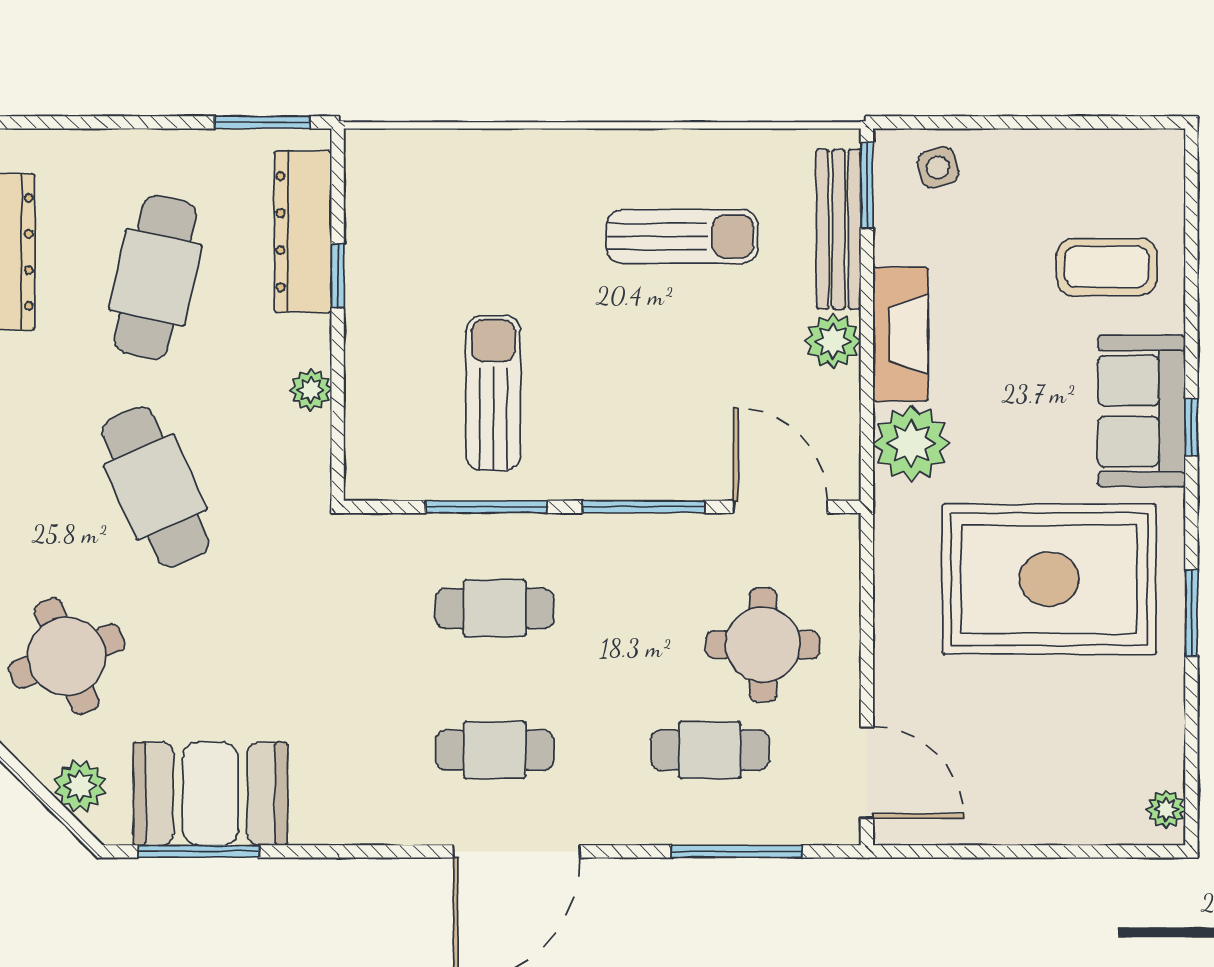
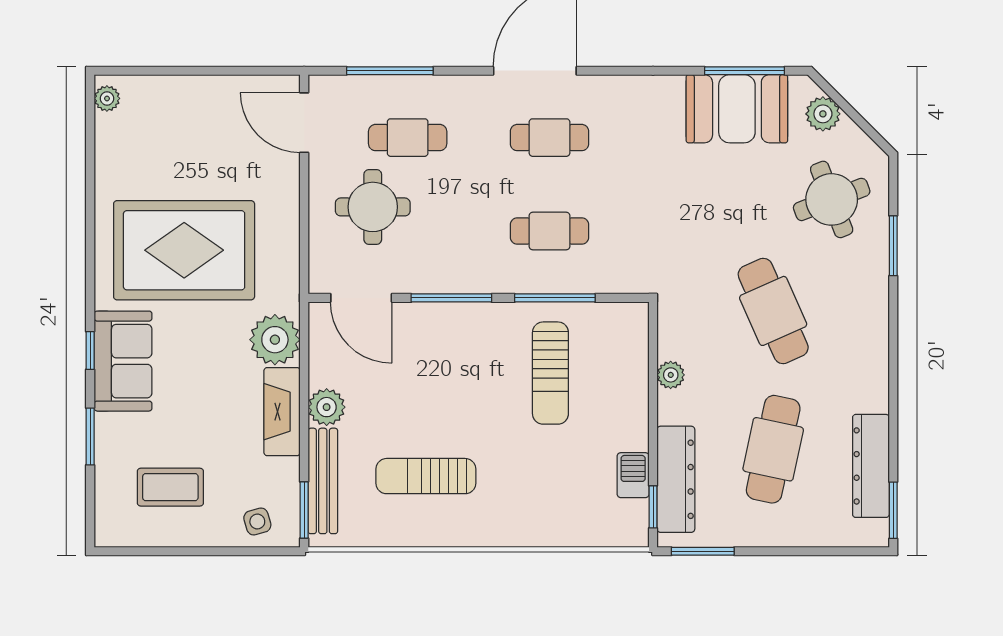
barbecue: (368, 238) -> (633, 475), added
coffee table: (1107, 267) -> (170, 487), moved
window: (338, 276) -> (653, 507), moved
window: (1191, 613) -> (90, 437), moved

